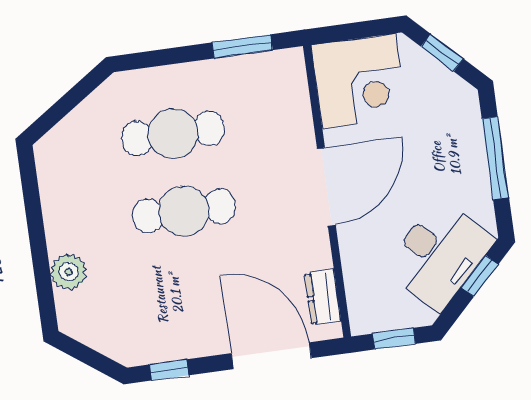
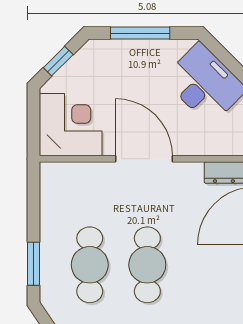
window: (242, 46) -> (33, 264), moved
window: (480, 276) -> (224, 56), removed

